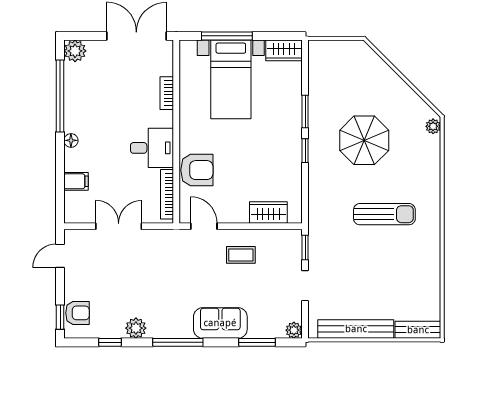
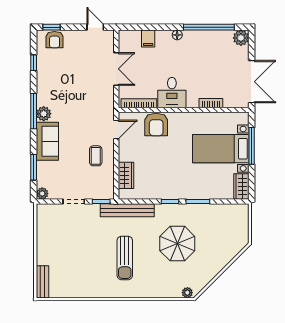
plant: (136, 328) -> (44, 114), moved
bench: (356, 329) -> (127, 210), moved, turned 90

